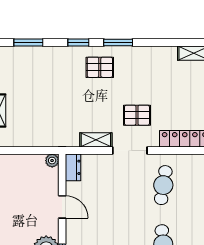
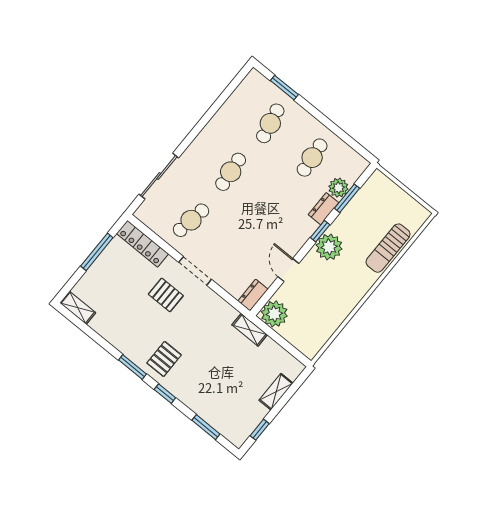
pallet: (100, 67) -> (164, 359), turned 90
shelving: (96, 140) -> (250, 330), moved
plant: (52, 161) -> (274, 314), width x1.88, depth x1.88

